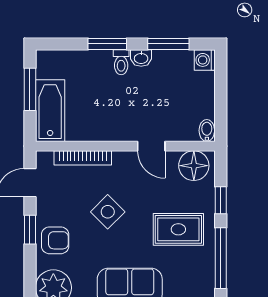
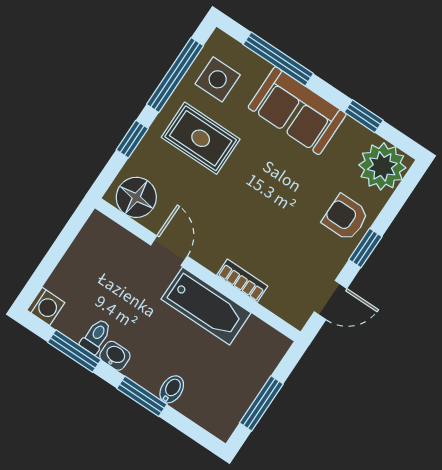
toilet: (121, 62) -> (96, 336), moved
bathtub: (50, 111) -> (206, 306), moved, turned -90
bidet: (207, 130) -> (172, 389), moved, turned 180
bookcase: (83, 158) -> (242, 281), width x0.64
side table: (108, 212) -> (218, 79), moved, turned 45

